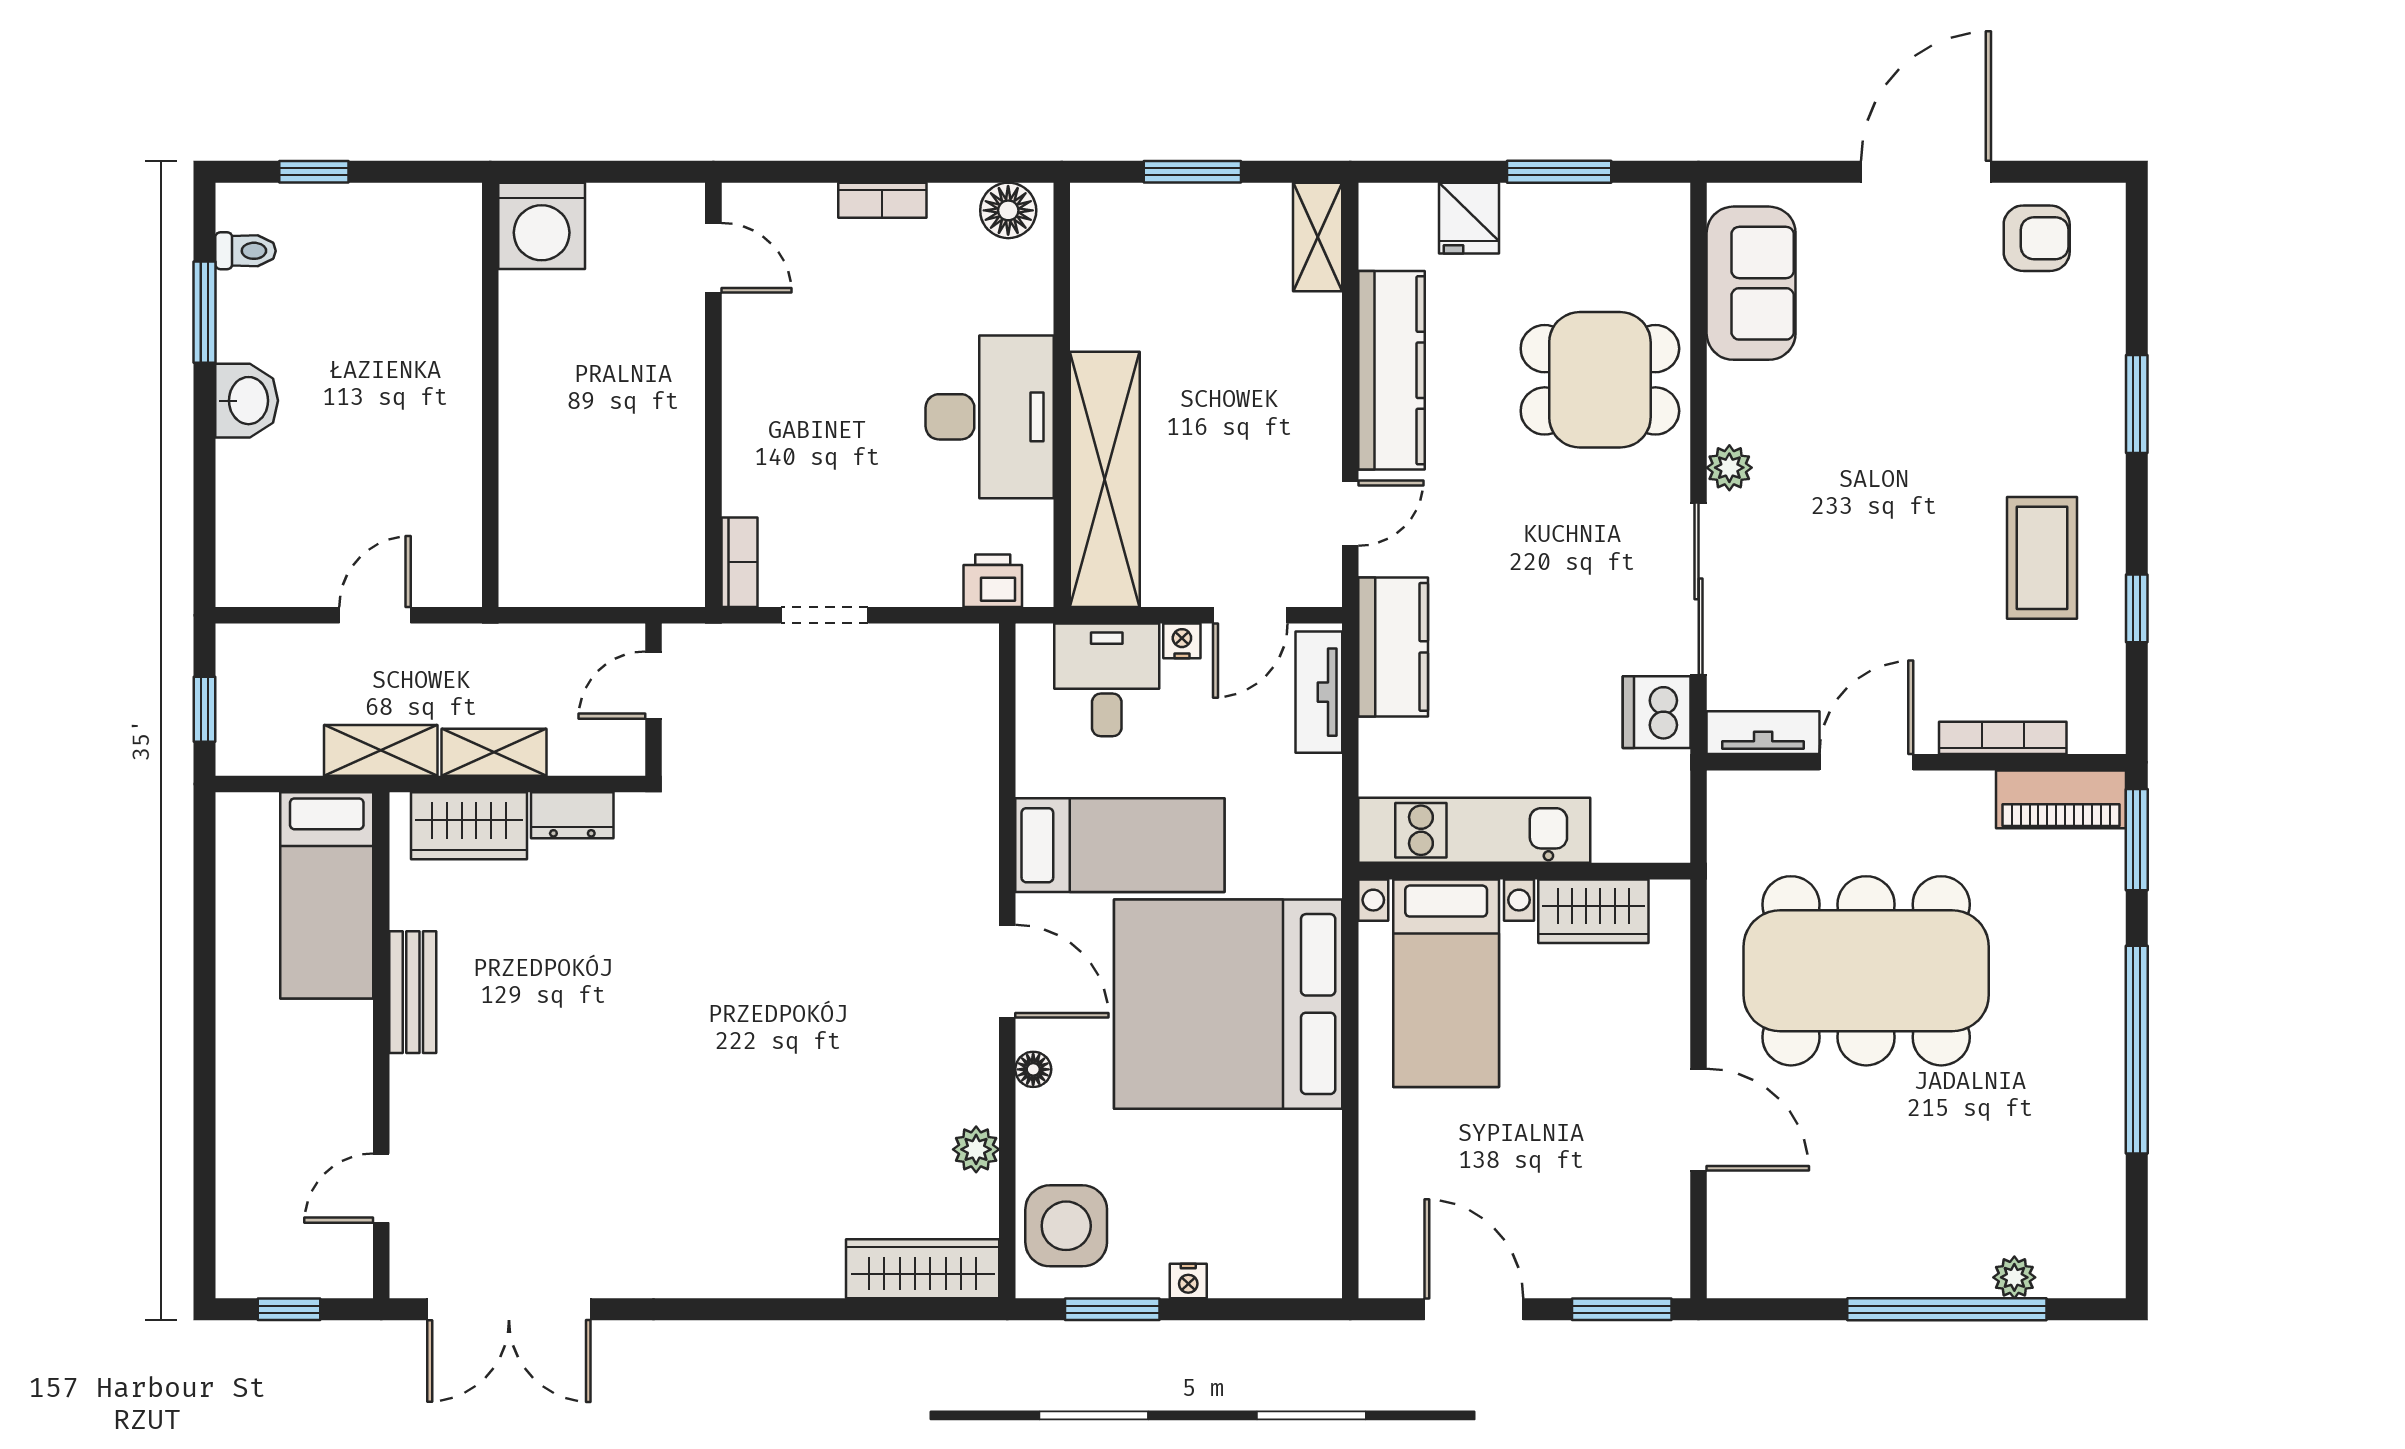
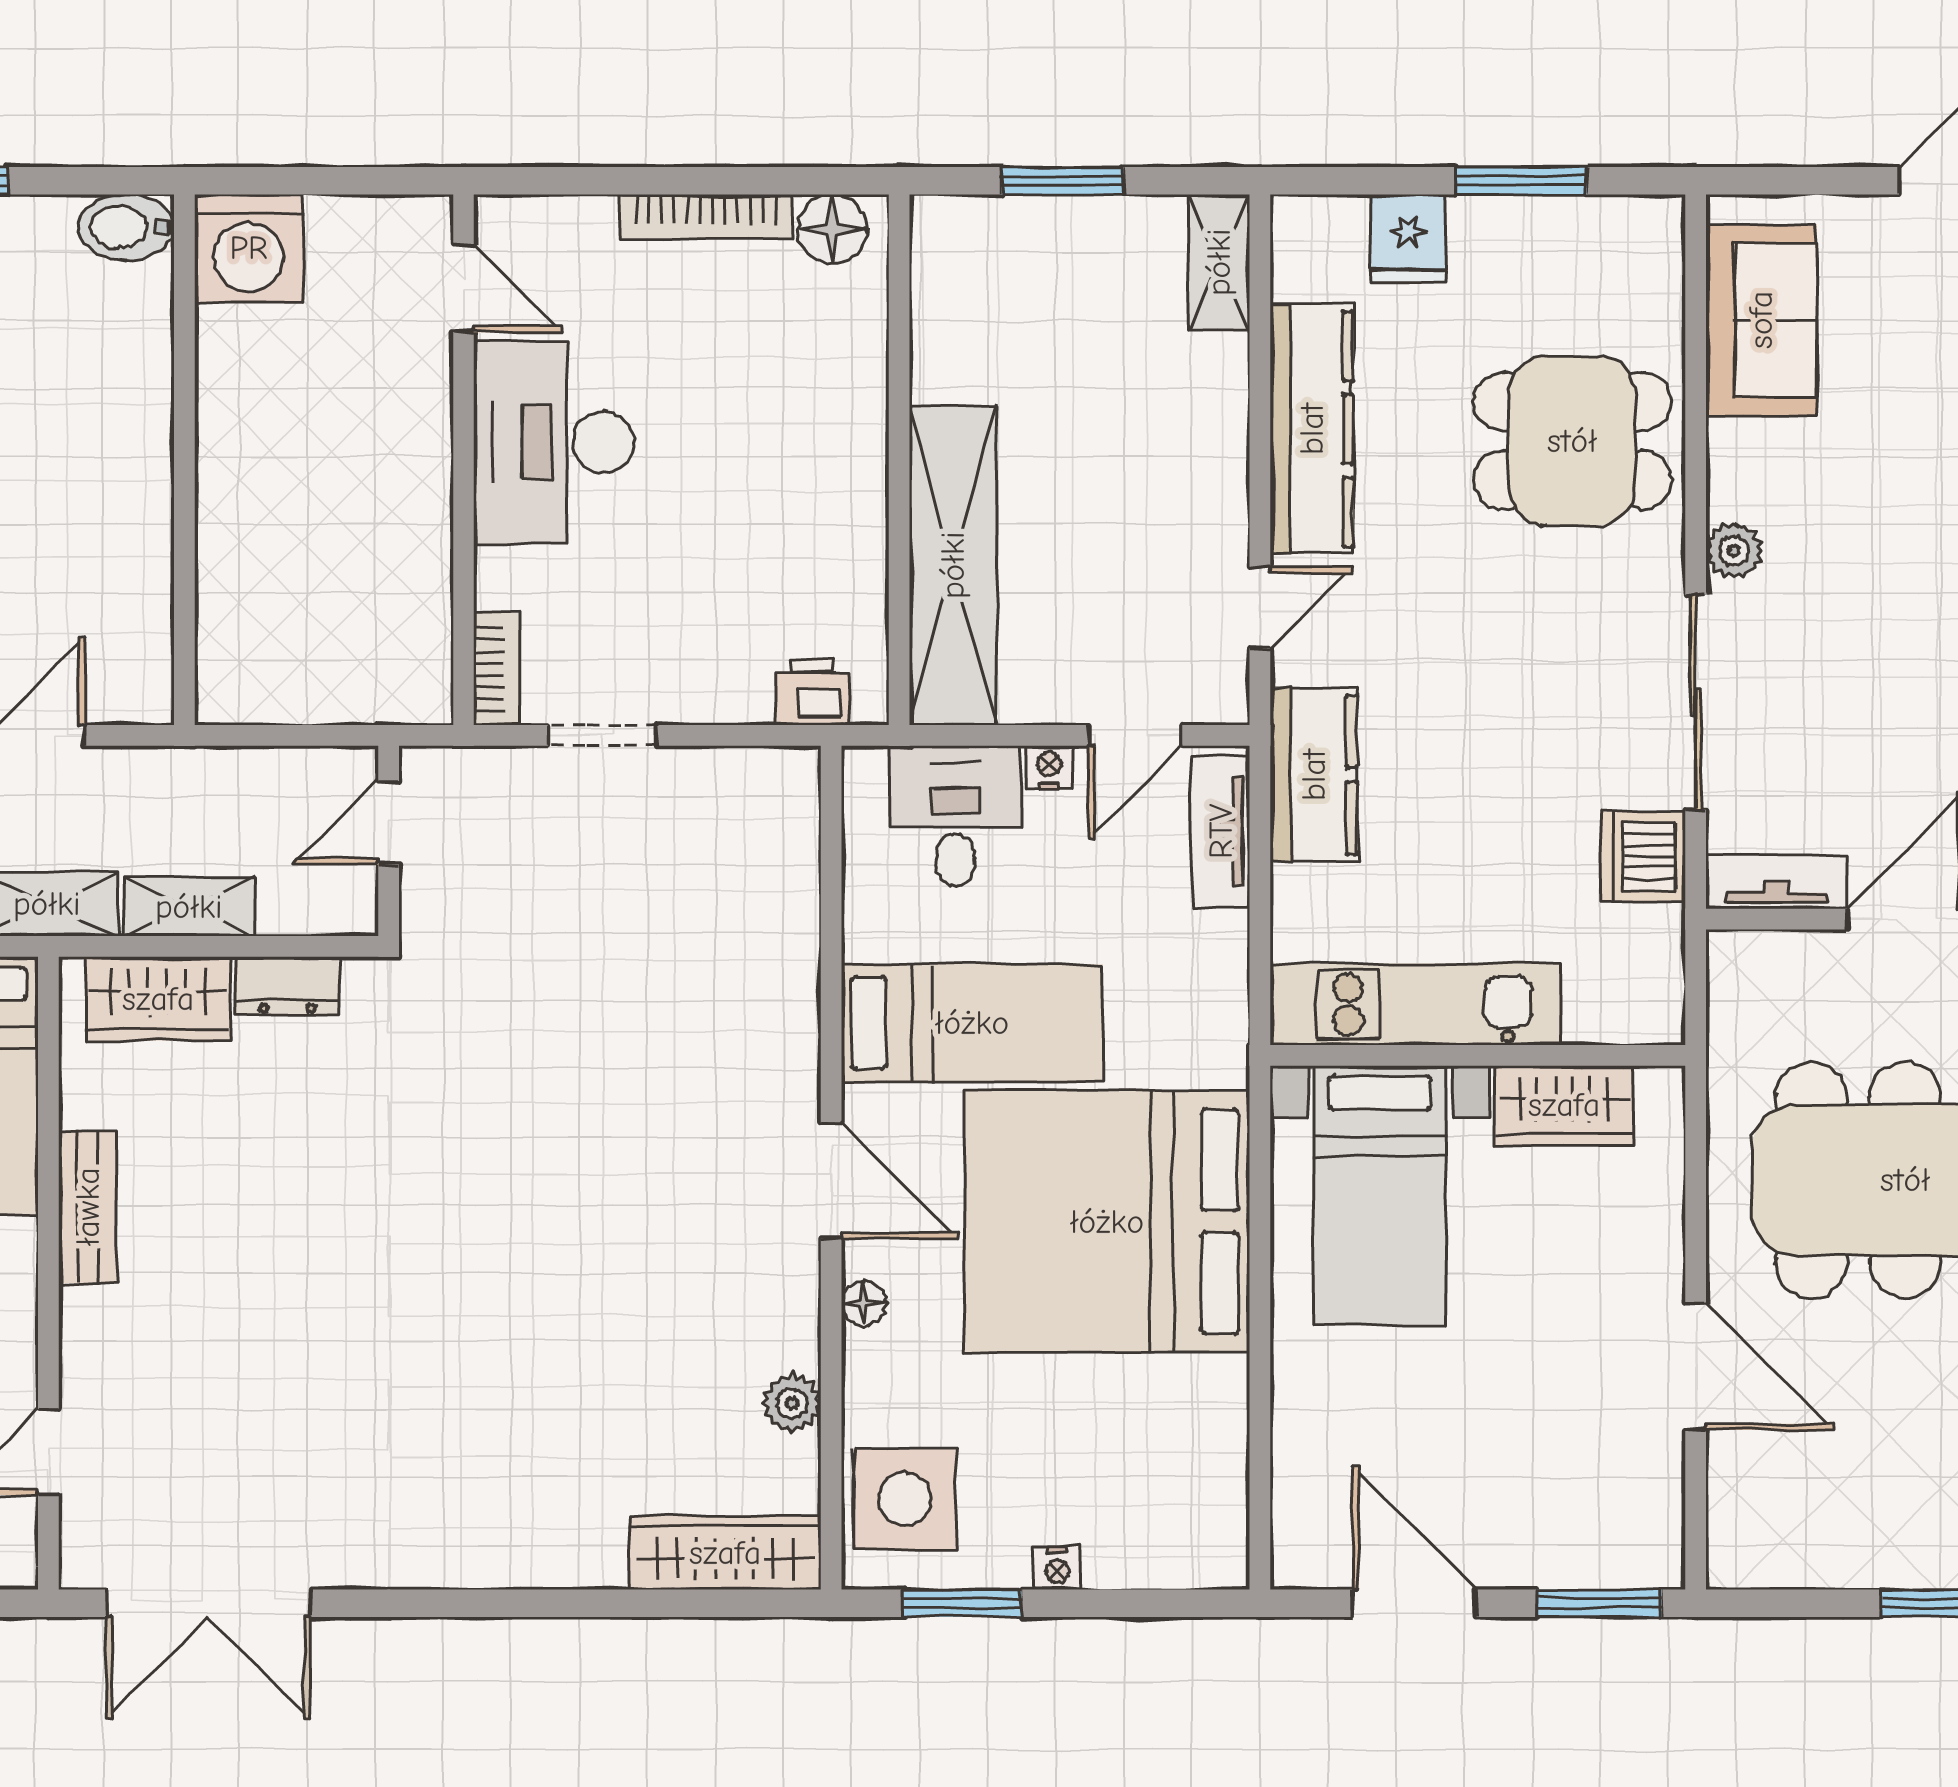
bookcase: (882, 200) -> (706, 216), width x1.56
bidet: (444, 209) -> (126, 227), added
desk: (990, 417) -> (554, 442), moved, turned 180

